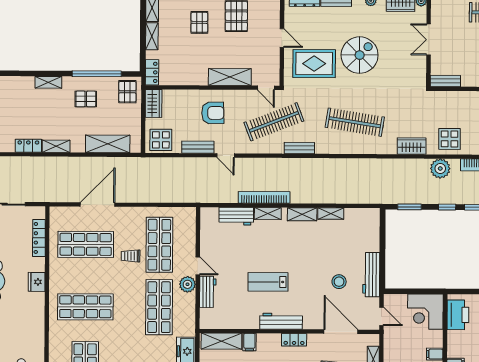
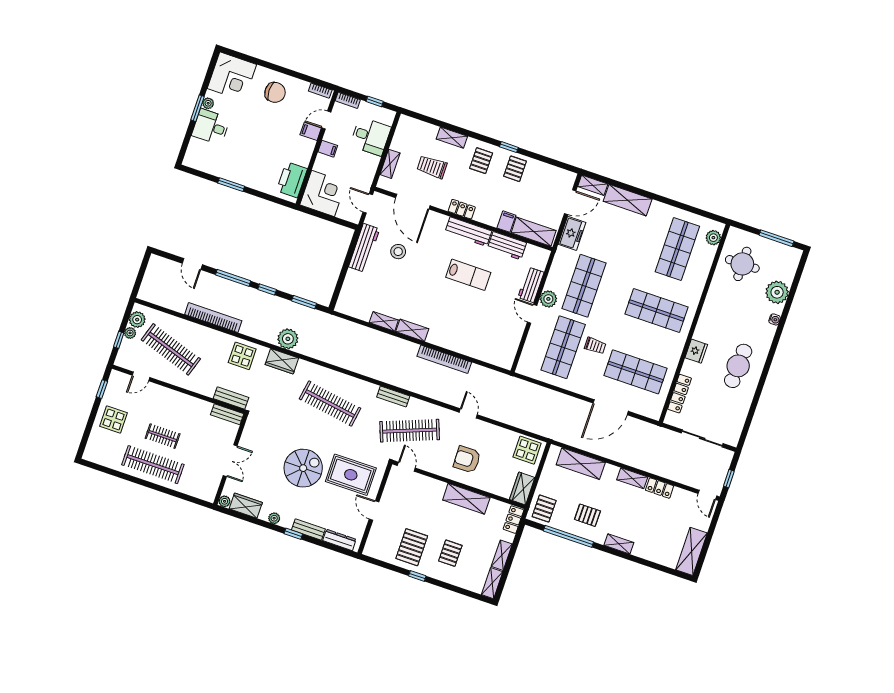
spiral stairs: (360, 55) -> (303, 468), turned 180
shelving: (230, 77) -> (466, 499), moved
bench: (198, 147) -> (231, 398), moved
plant: (440, 168) -> (288, 339), moved
shelving: (268, 213) -> (446, 342), removed
workbench: (236, 216) -> (507, 246), moved, turned 180

